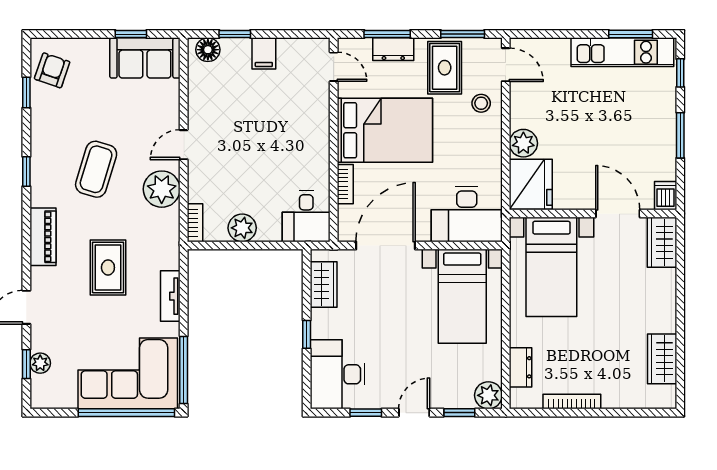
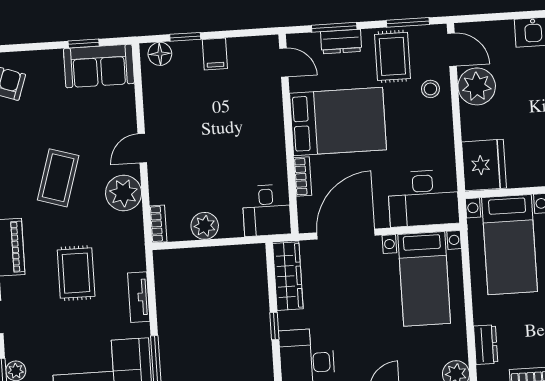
plant: (523, 143) -> (477, 86), moved, width x1.36, depth x1.36
wardrobe: (324, 284) -> (288, 276), width x1.50

